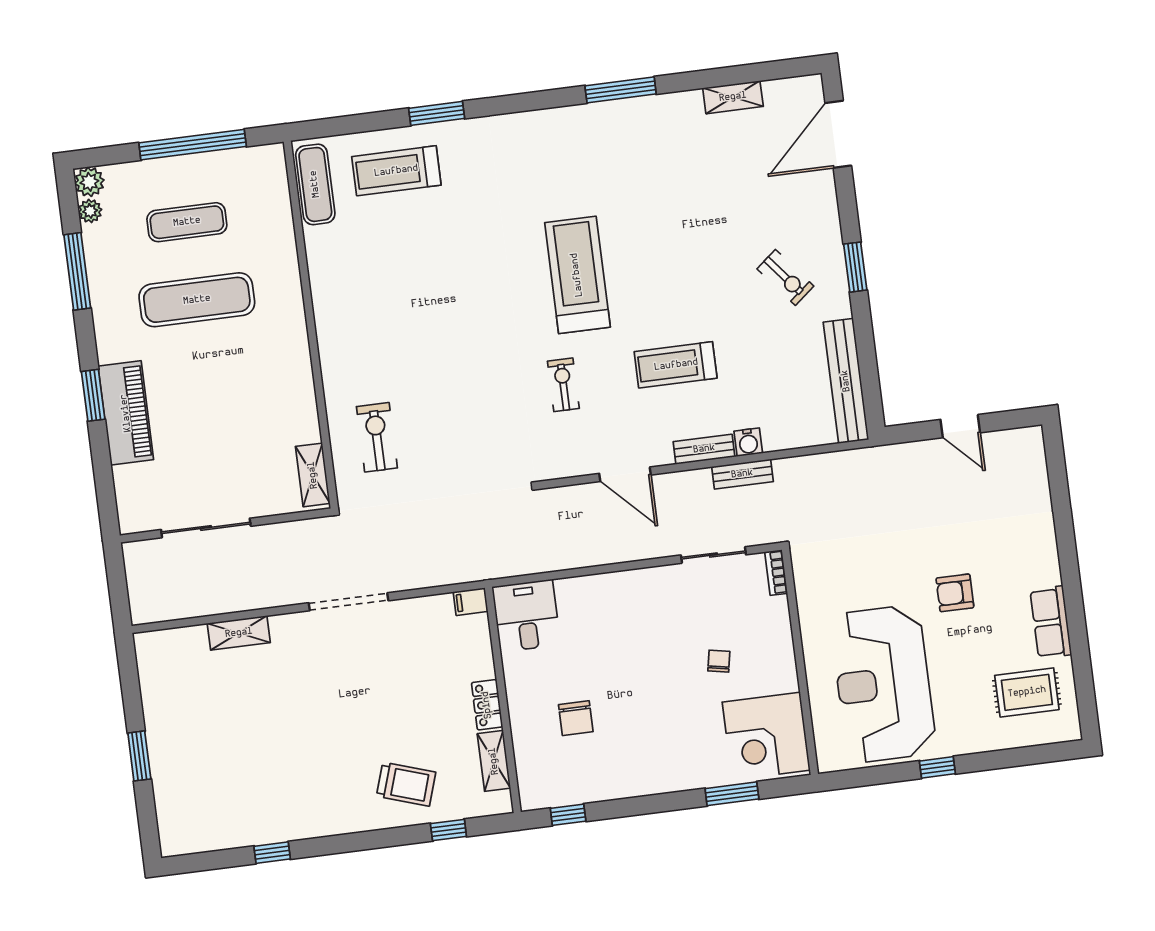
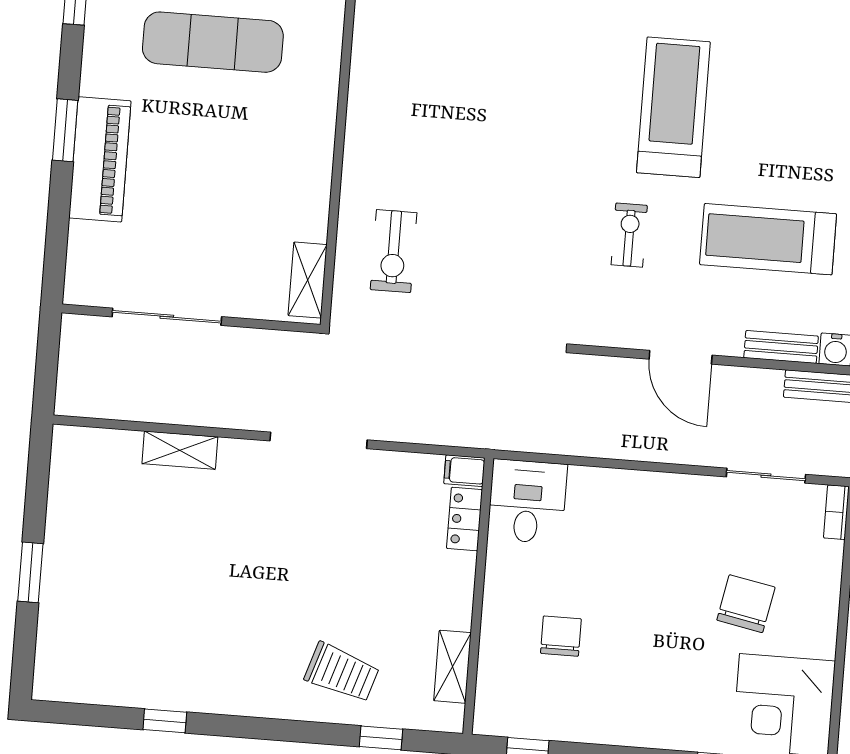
treadmill: (676, 365) -> (768, 239), width x1.37, depth x1.38
exercise bike: (377, 437) -> (394, 251), turned 180
chair: (719, 661) -> (746, 604), width x1.87, depth x1.87
locker: (487, 705) -> (464, 519), moved
chair: (576, 718) -> (561, 636), turned 180

